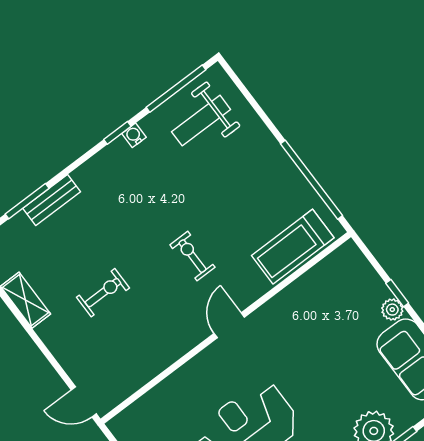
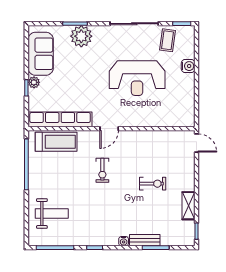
weight bench: (201, 121) -> (52, 214), moved
water cooler: (134, 135) -> (124, 241), moved
row of seats: (312, 284) -> (60, 119), added
exercise bike: (103, 293) -> (153, 184), turned 180

